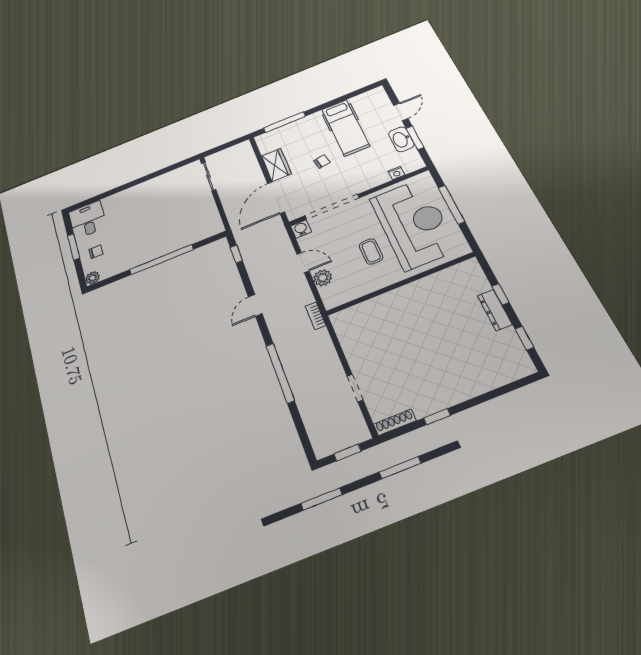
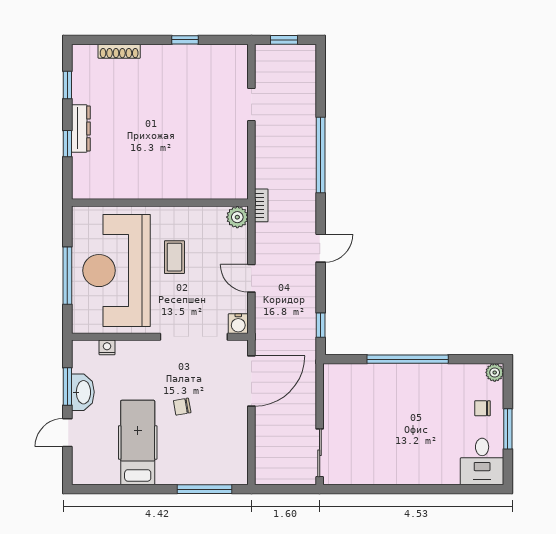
wardrobe: (276, 165) -> (235, 429), removed
plant: (323, 278) -> (237, 217), moved
shoe rack: (395, 422) -> (119, 51), moved

